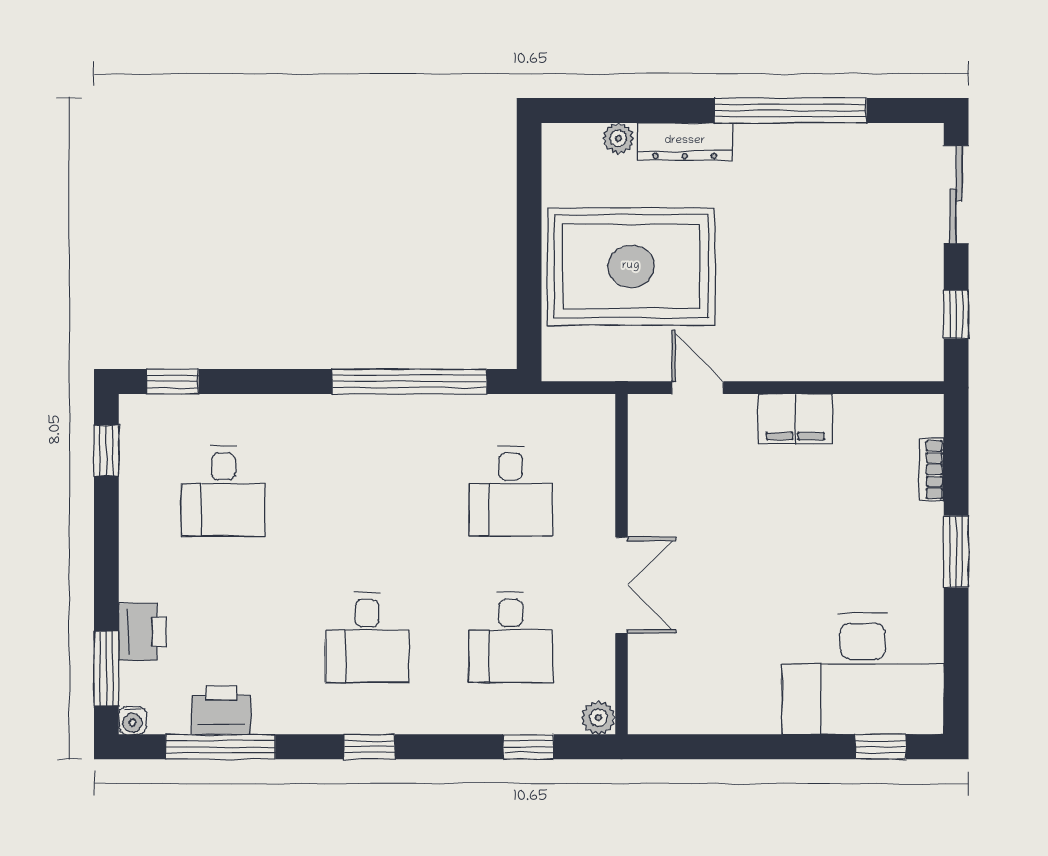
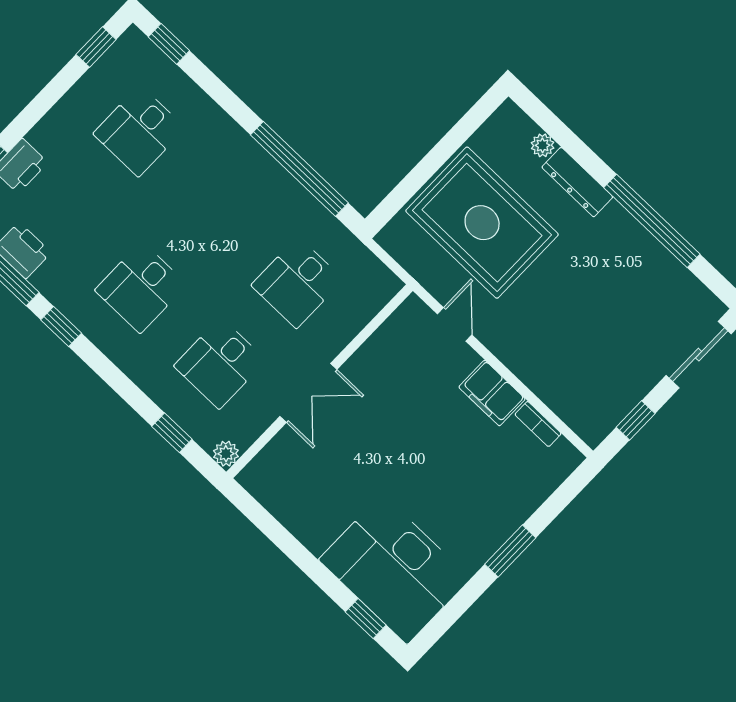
bookcase: (931, 470) -> (538, 424), moved, turned -90
window: (369, 747) -> (61, 327), moved

